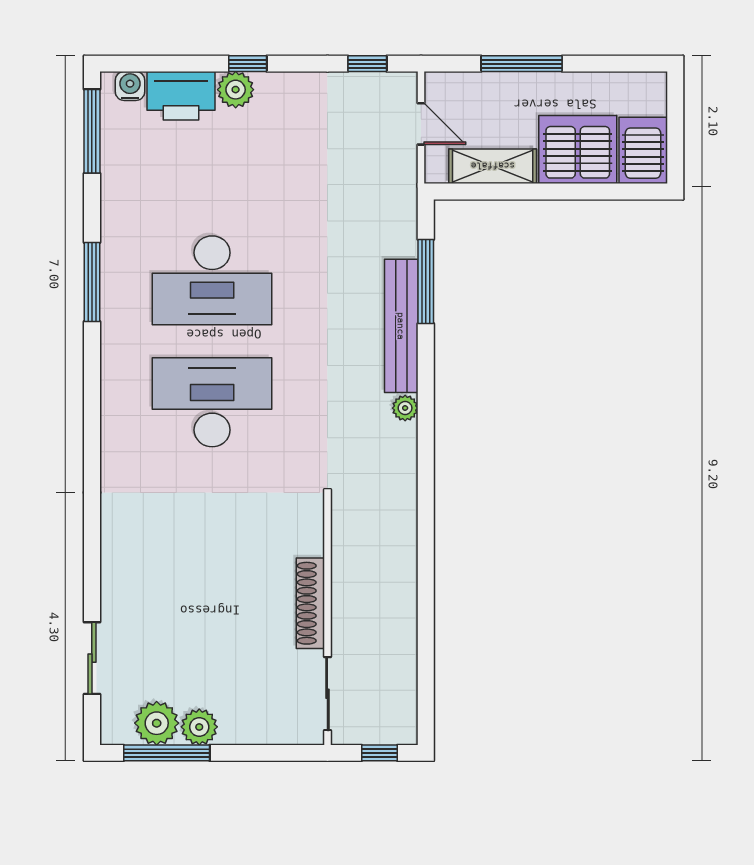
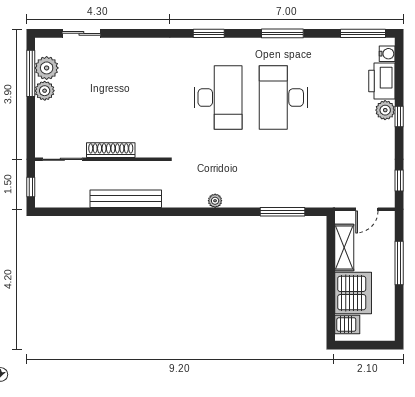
server rack: (643, 150) -> (347, 325), width x0.73, depth x0.70
bench: (401, 326) -> (126, 199), moved
window: (92, 420) -> (209, 33), added

